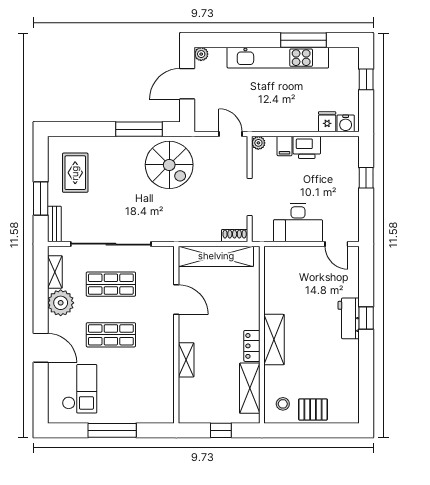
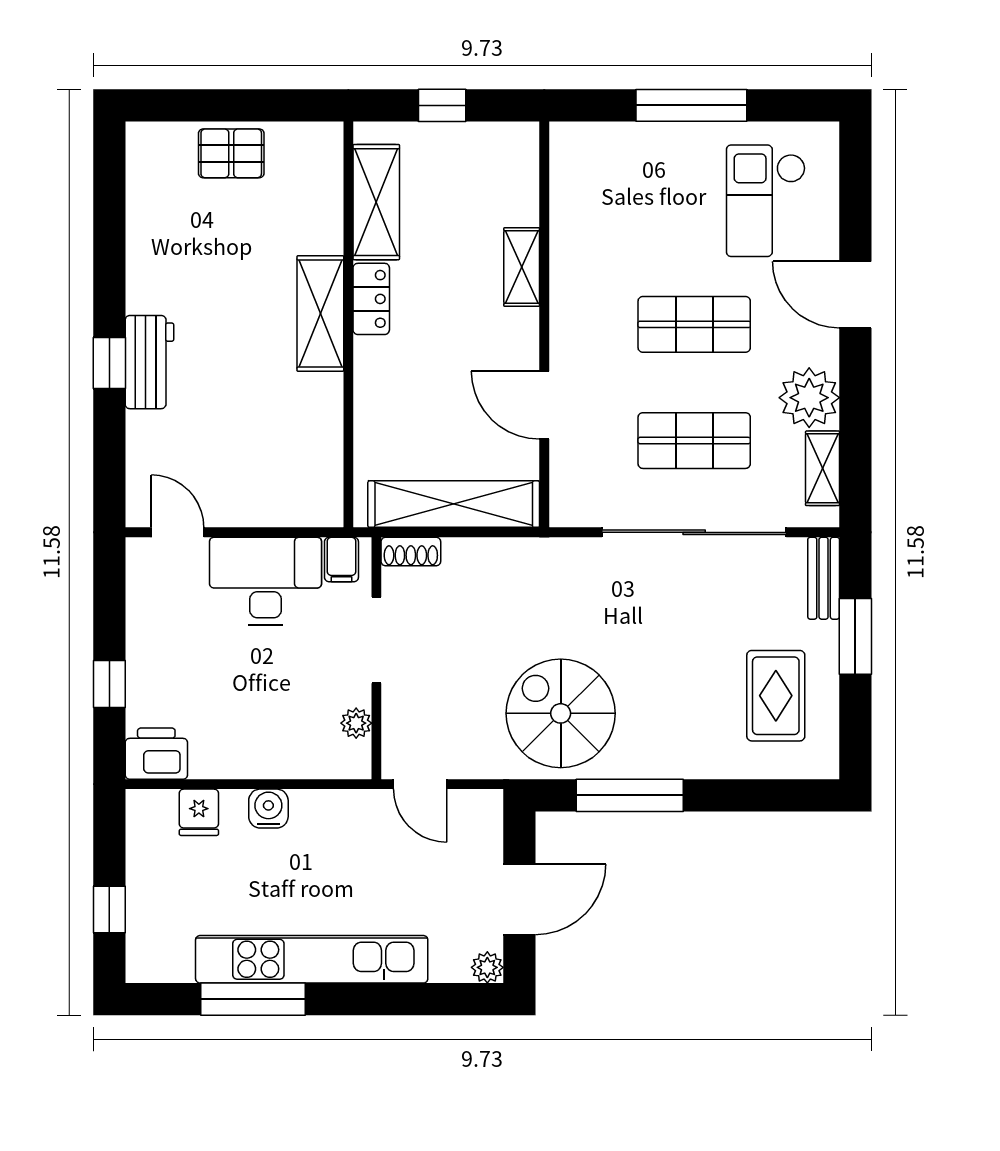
water cooler: (346, 123) -> (268, 809), moved
plant: (258, 143) -> (356, 723), moved
filing cabinet: (284, 146) -> (341, 560), moved, turned 180
printer: (307, 147) -> (156, 754), moved
stool: (283, 404) -> (300, 166), removed

